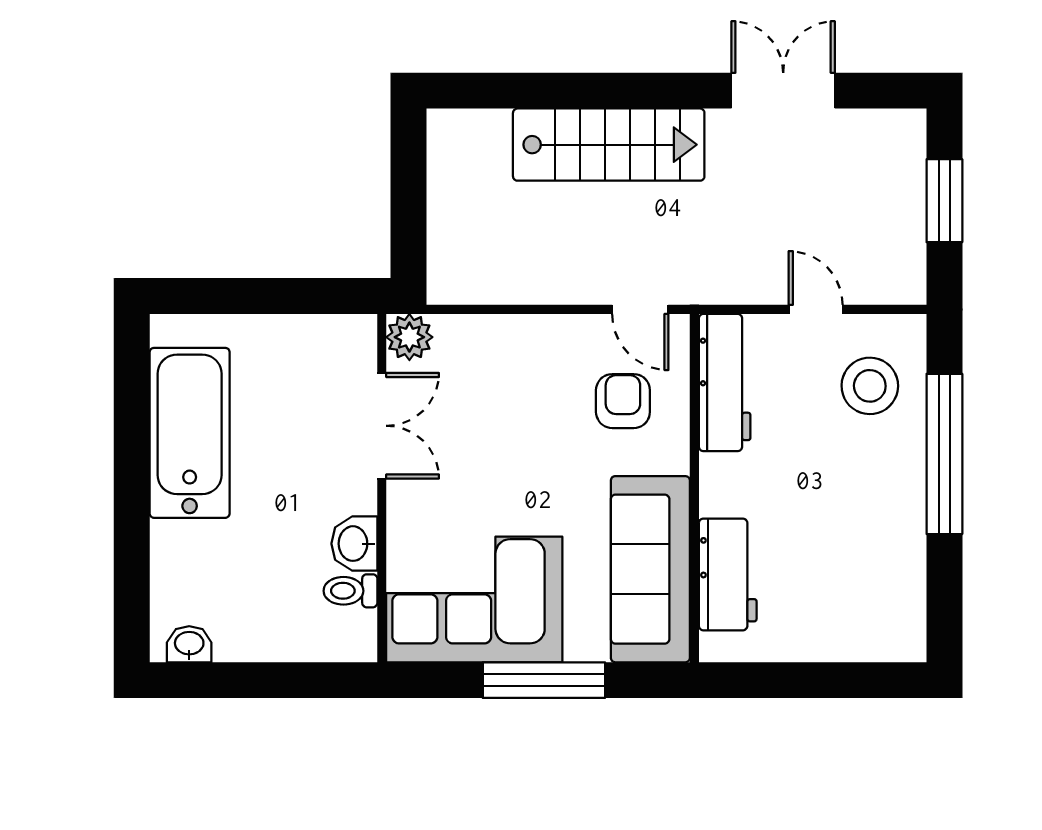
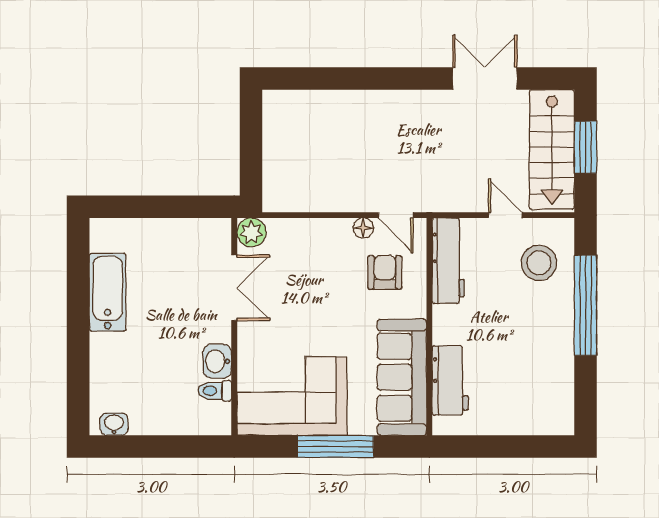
stairs: (609, 145) -> (552, 149), moved, turned 90
floor lamp: (588, 330) -> (363, 228), added
bathtub: (190, 433) -> (108, 292), width x0.73, depth x0.73

